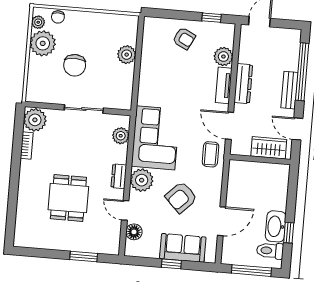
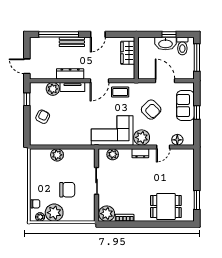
wardrobe: (269, 148) -> (128, 53), moved
wall: (260, 159) -> (136, 58), moved
dining table: (68, 198) -> (166, 207), moved
window: (84, 256) -> (197, 200), moved

